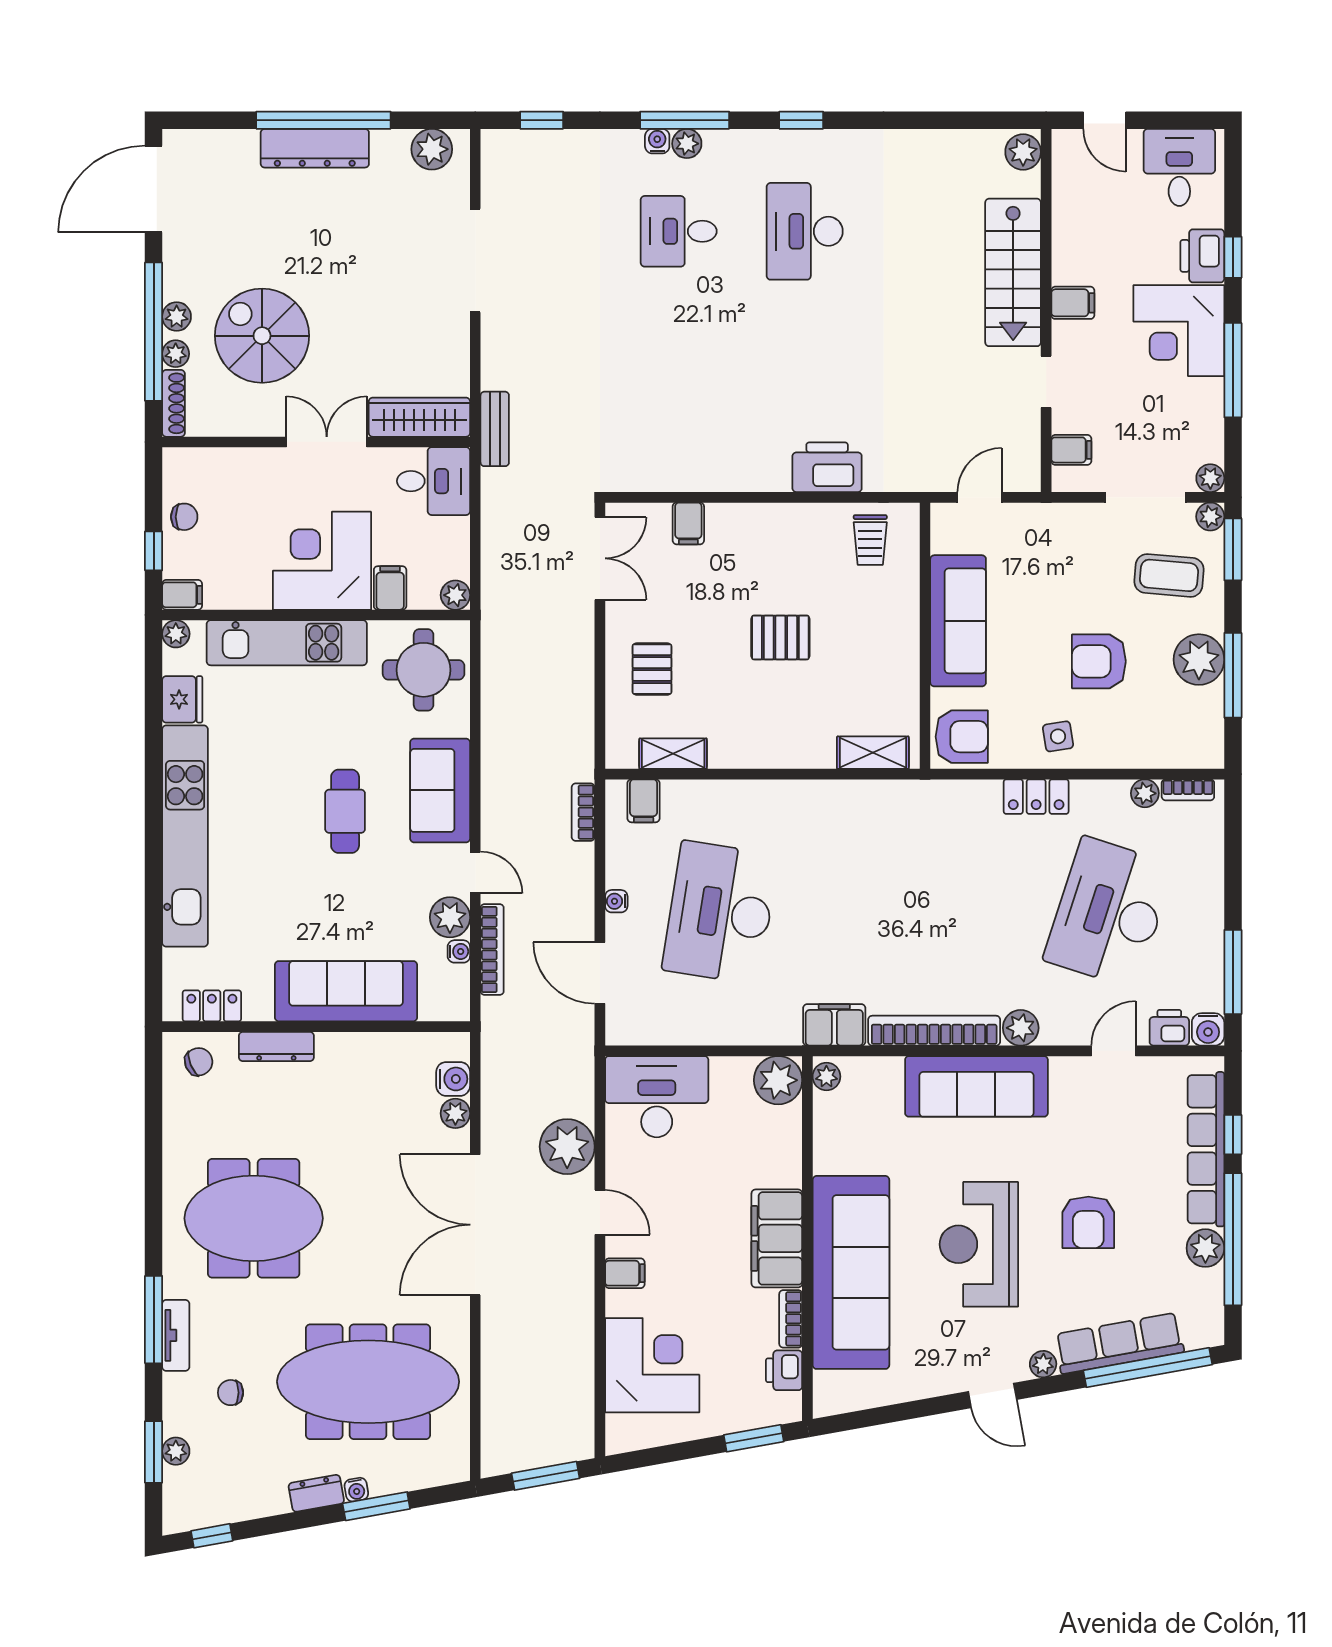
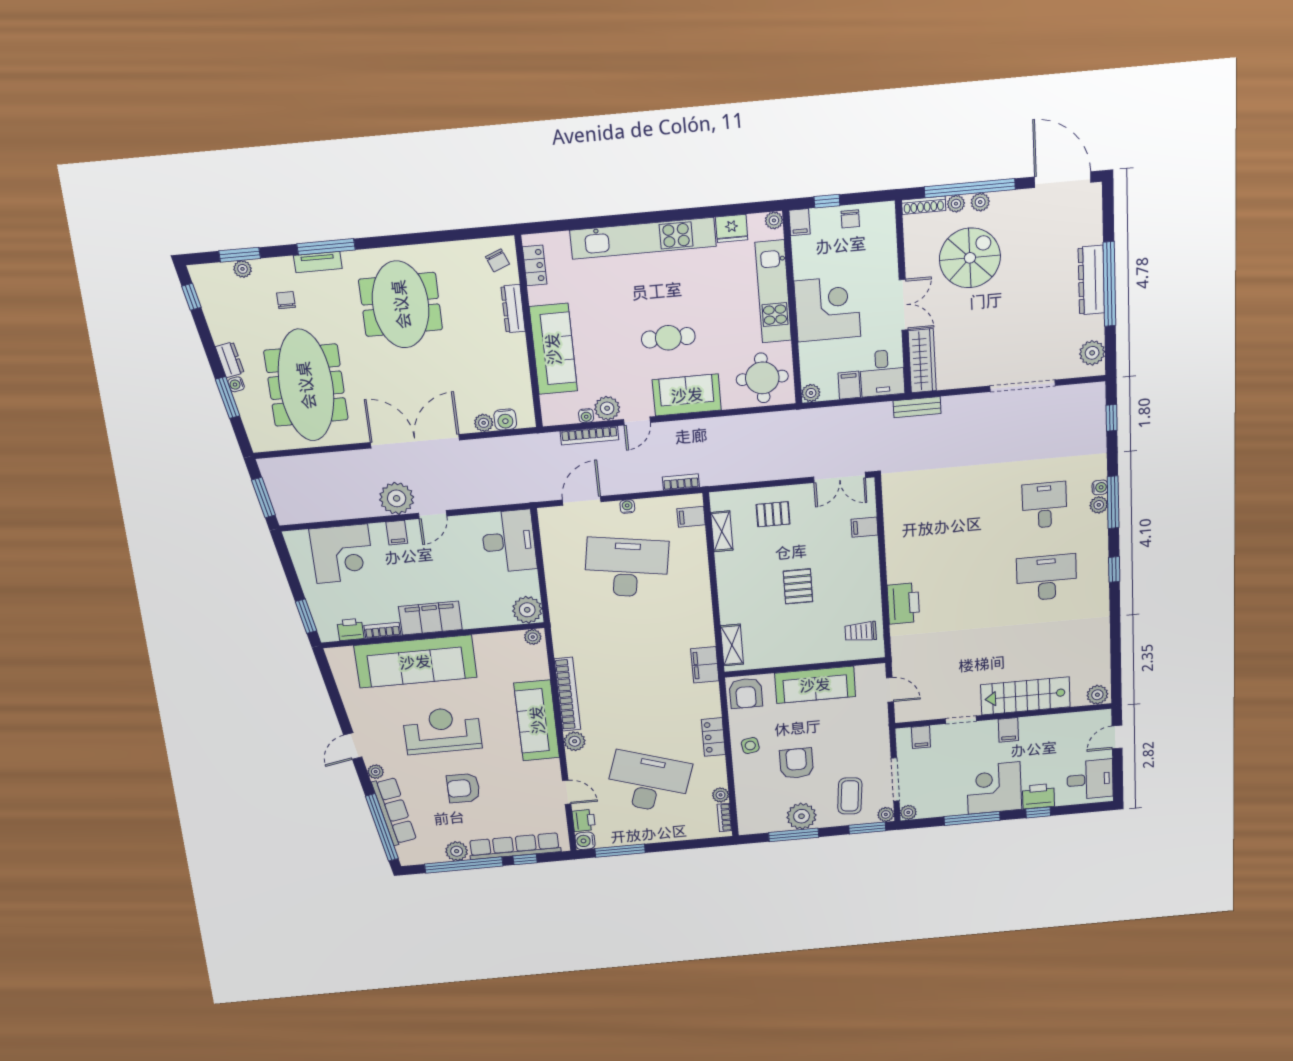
filing cabinet: (390, 588) -> (849, 385), moved, turned -90
filing cabinet: (834, 1025) -> (705, 665), moved, turned 180
plant: (567, 1147) -> (397, 498), moved

